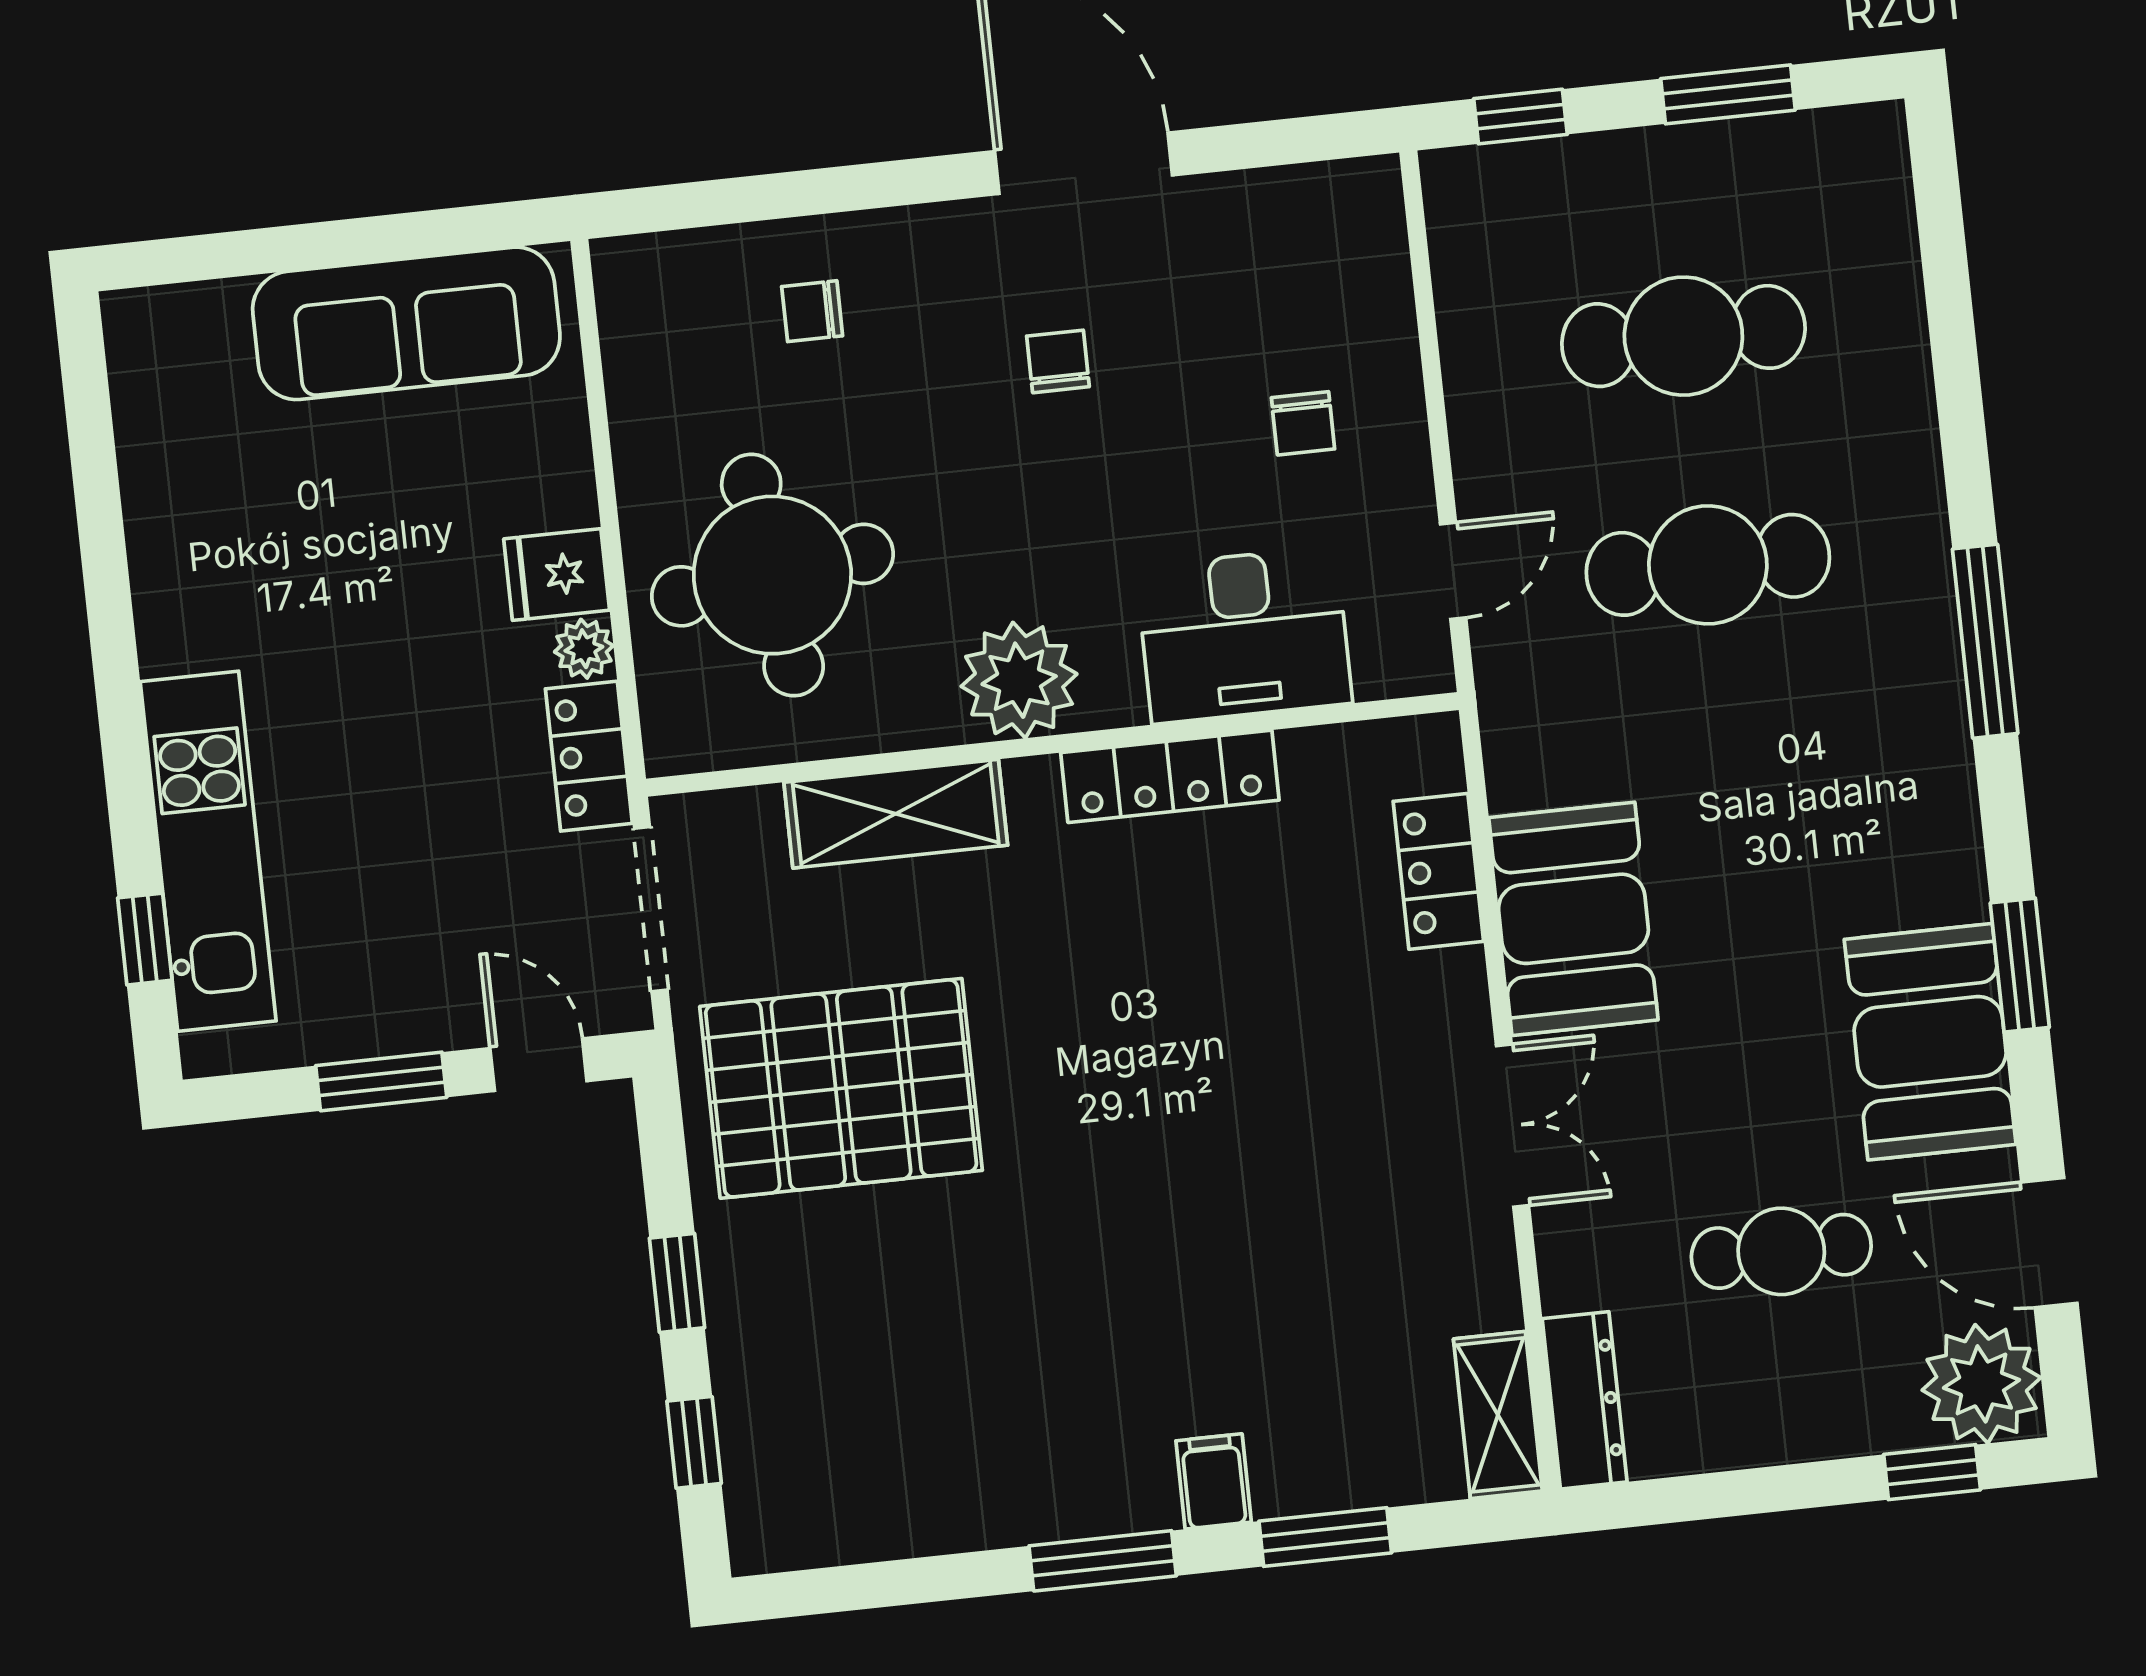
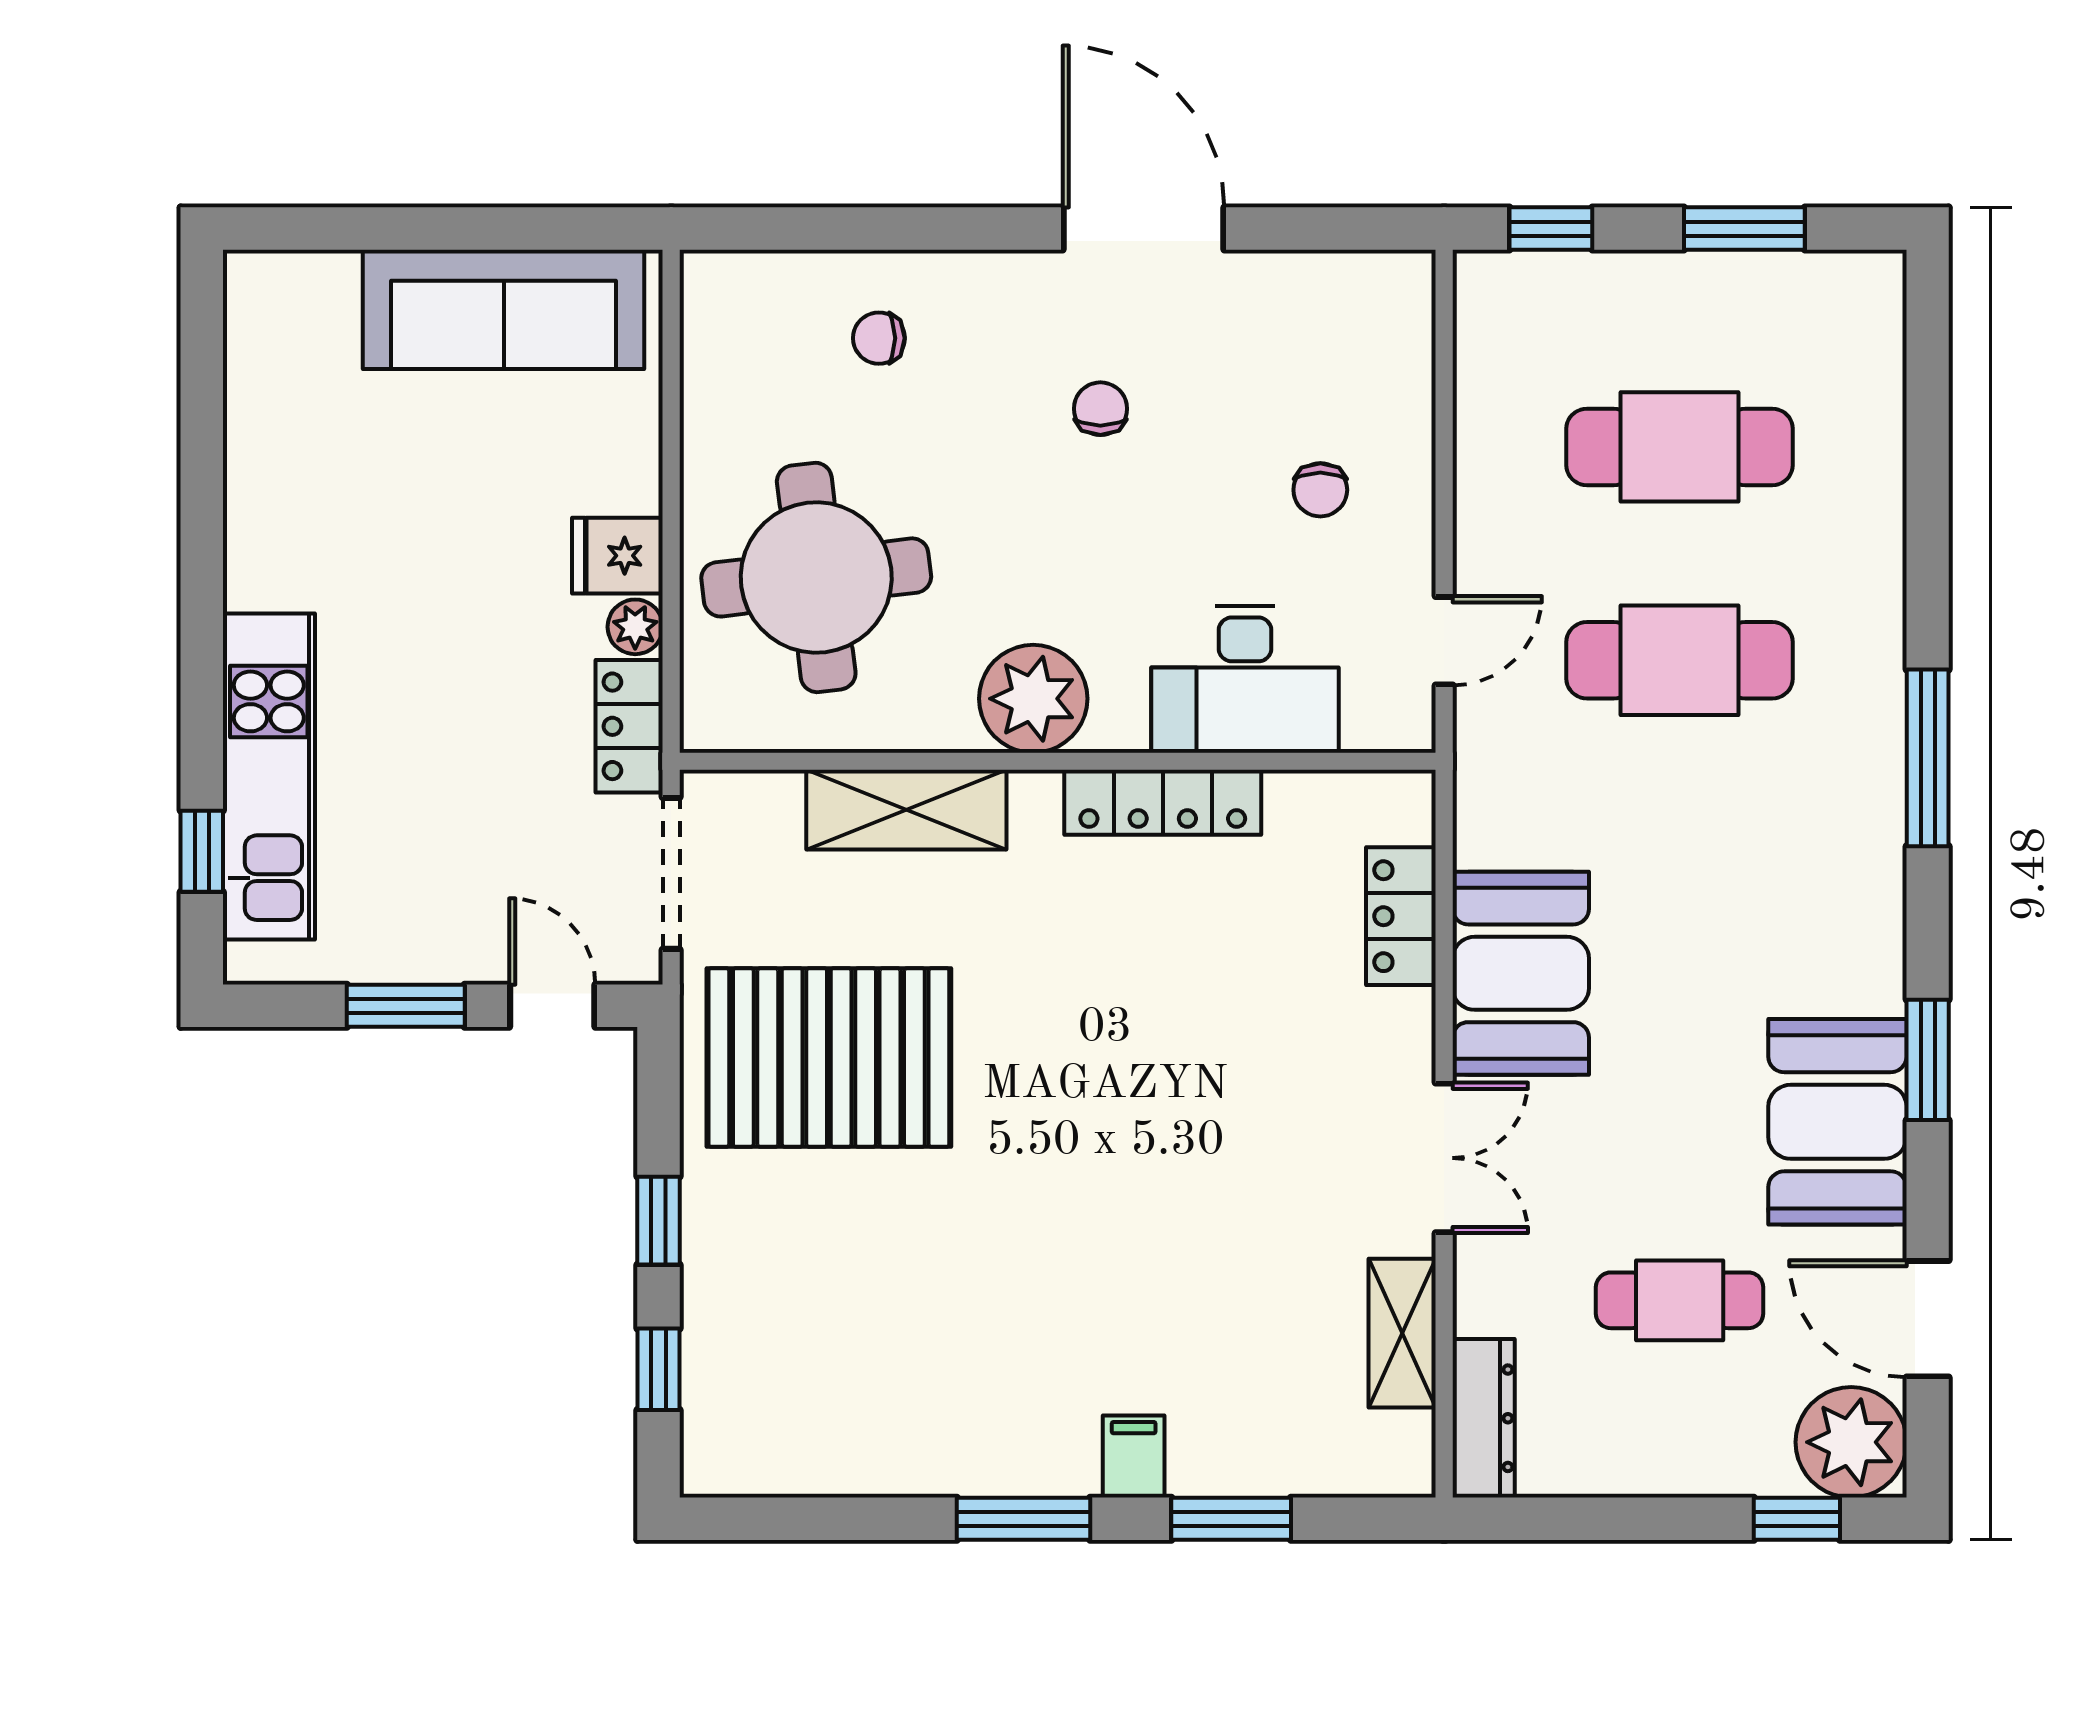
shelving: (1498, 1415) -> (1402, 1333), moved

